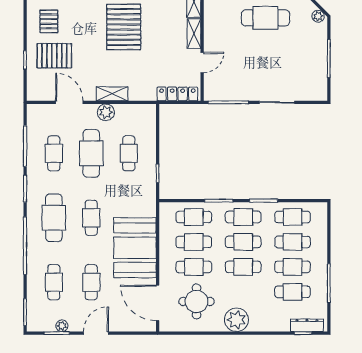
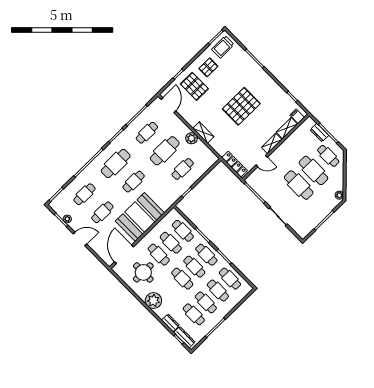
cafe table: (265, 48) -> (299, 185), added
door: (69, 102) -> (168, 105), moved
dresser: (277, 325) -> (171, 323), added

